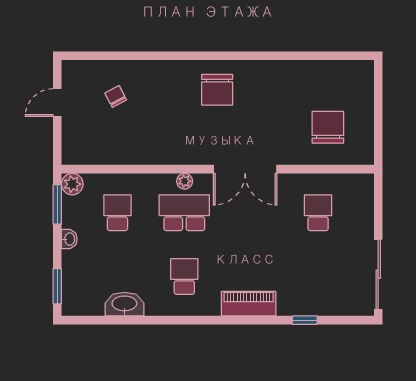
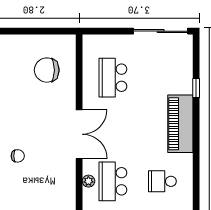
chair: (217, 90) -> (18, 156), width x0.54, depth x0.54
school desk: (318, 213) -> (113, 78), width x1.85
piano: (249, 304) -> (180, 124), width x1.37, depth x1.33

